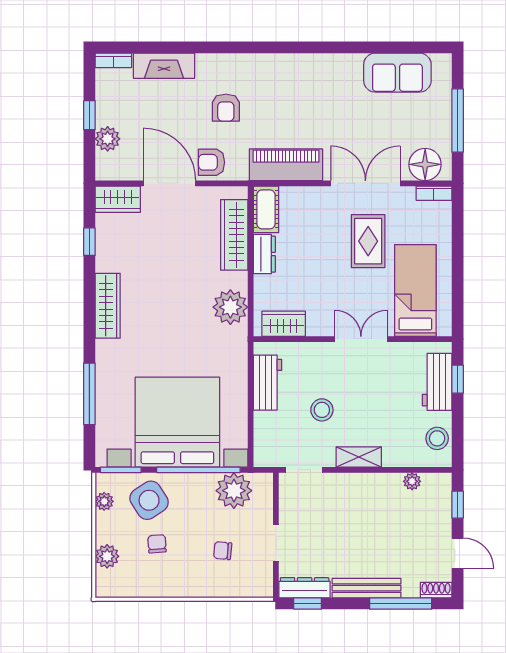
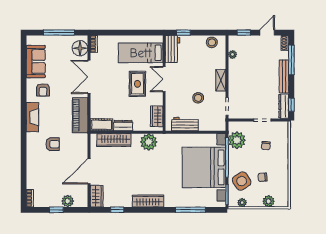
fireplace: (164, 66) -> (32, 117), moved
armchair: (212, 162) -> (43, 90), moved
rug: (368, 241) -> (137, 84), moved, turned 90
workbench: (437, 382) -> (173, 49), moved, turned -90

